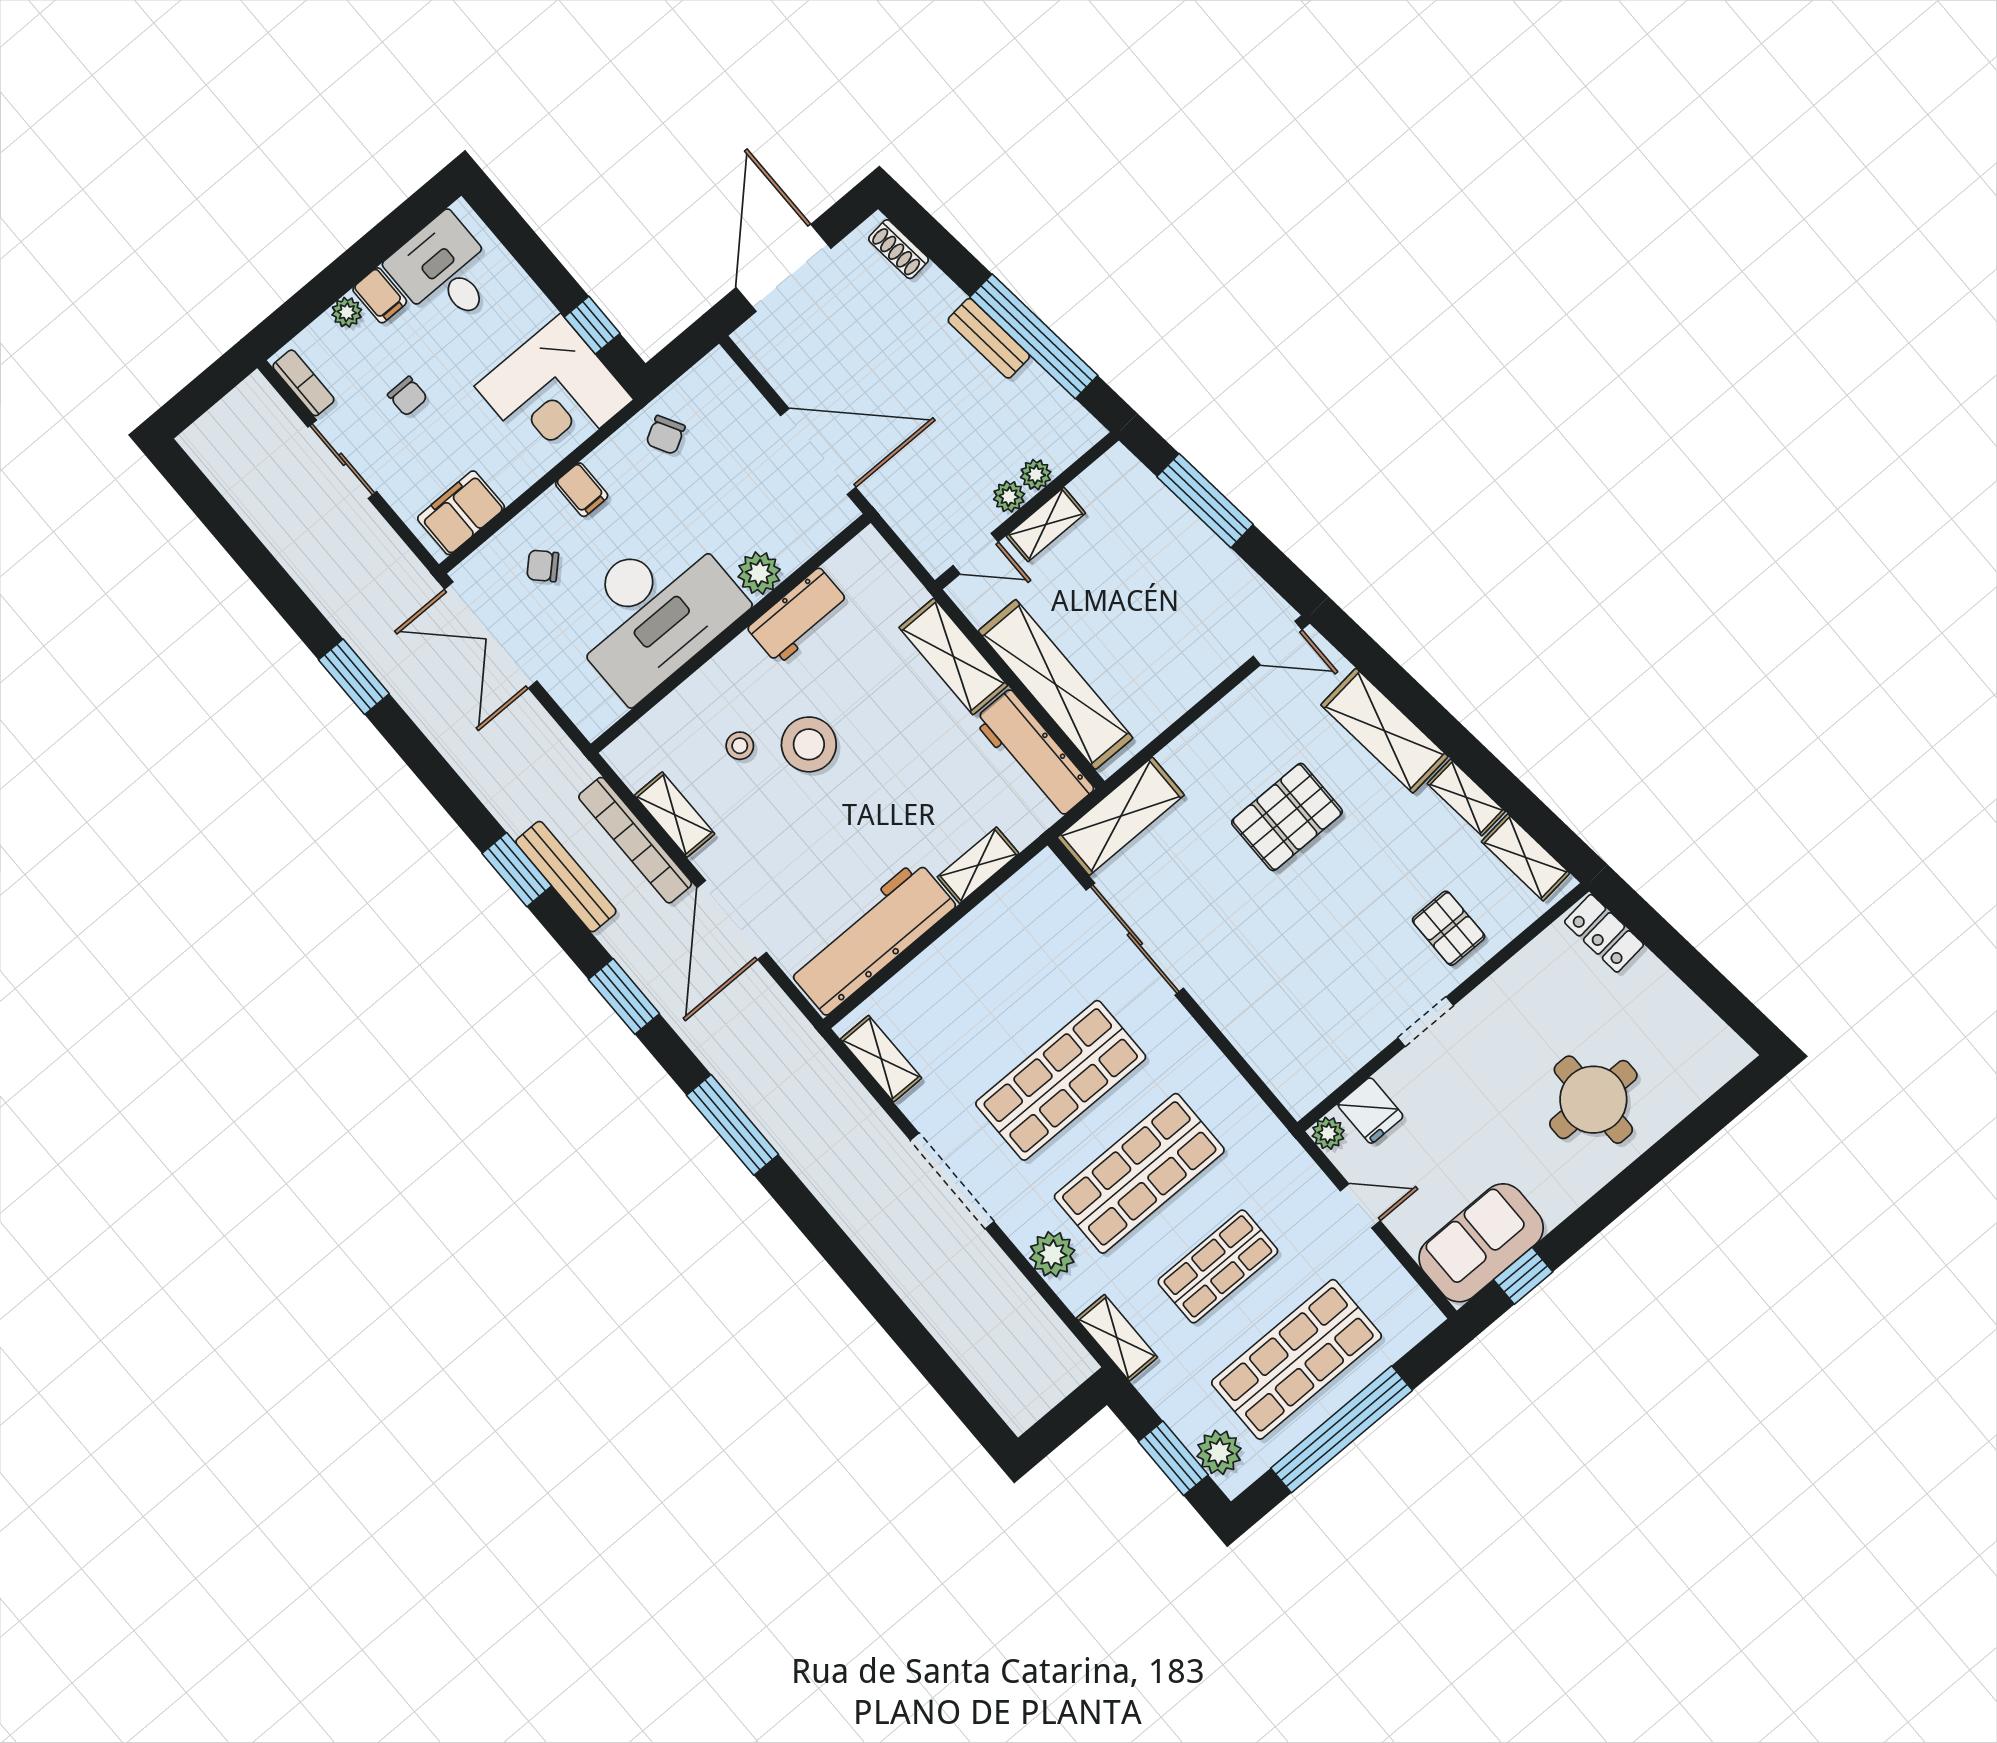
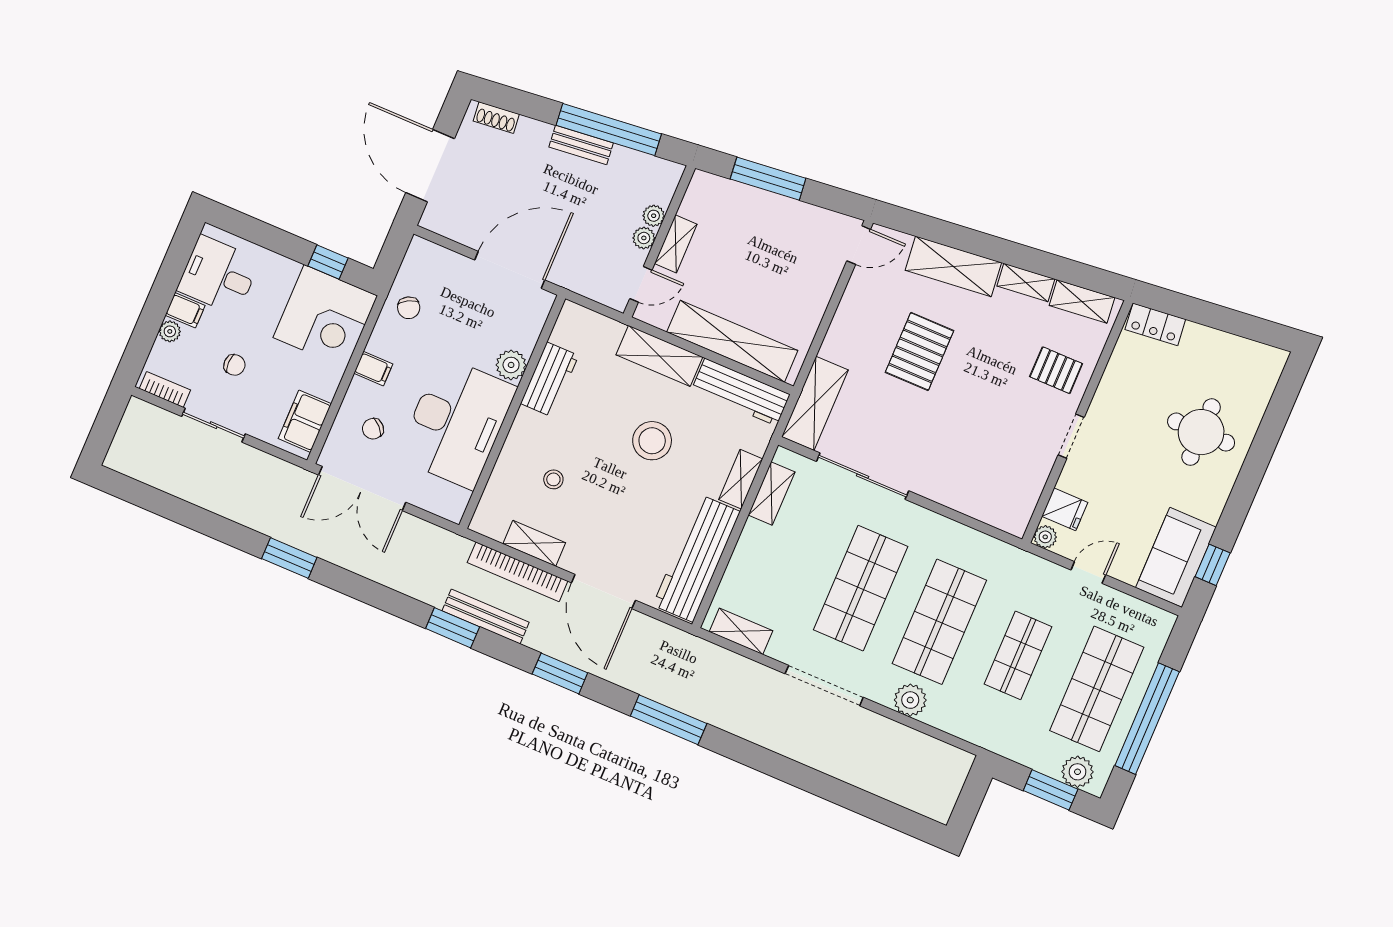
stool: (809, 744) -> (652, 441), moved
shelving: (1117, 1338) -> (772, 493), moved, turned 90

